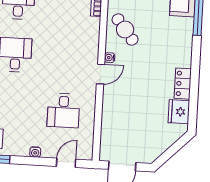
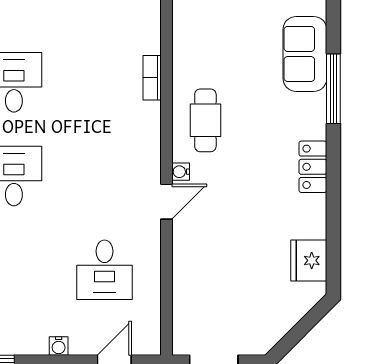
cafe table: (125, 30) -> (205, 120), turned 38
locker: (183, 84) -> (313, 167), moved

